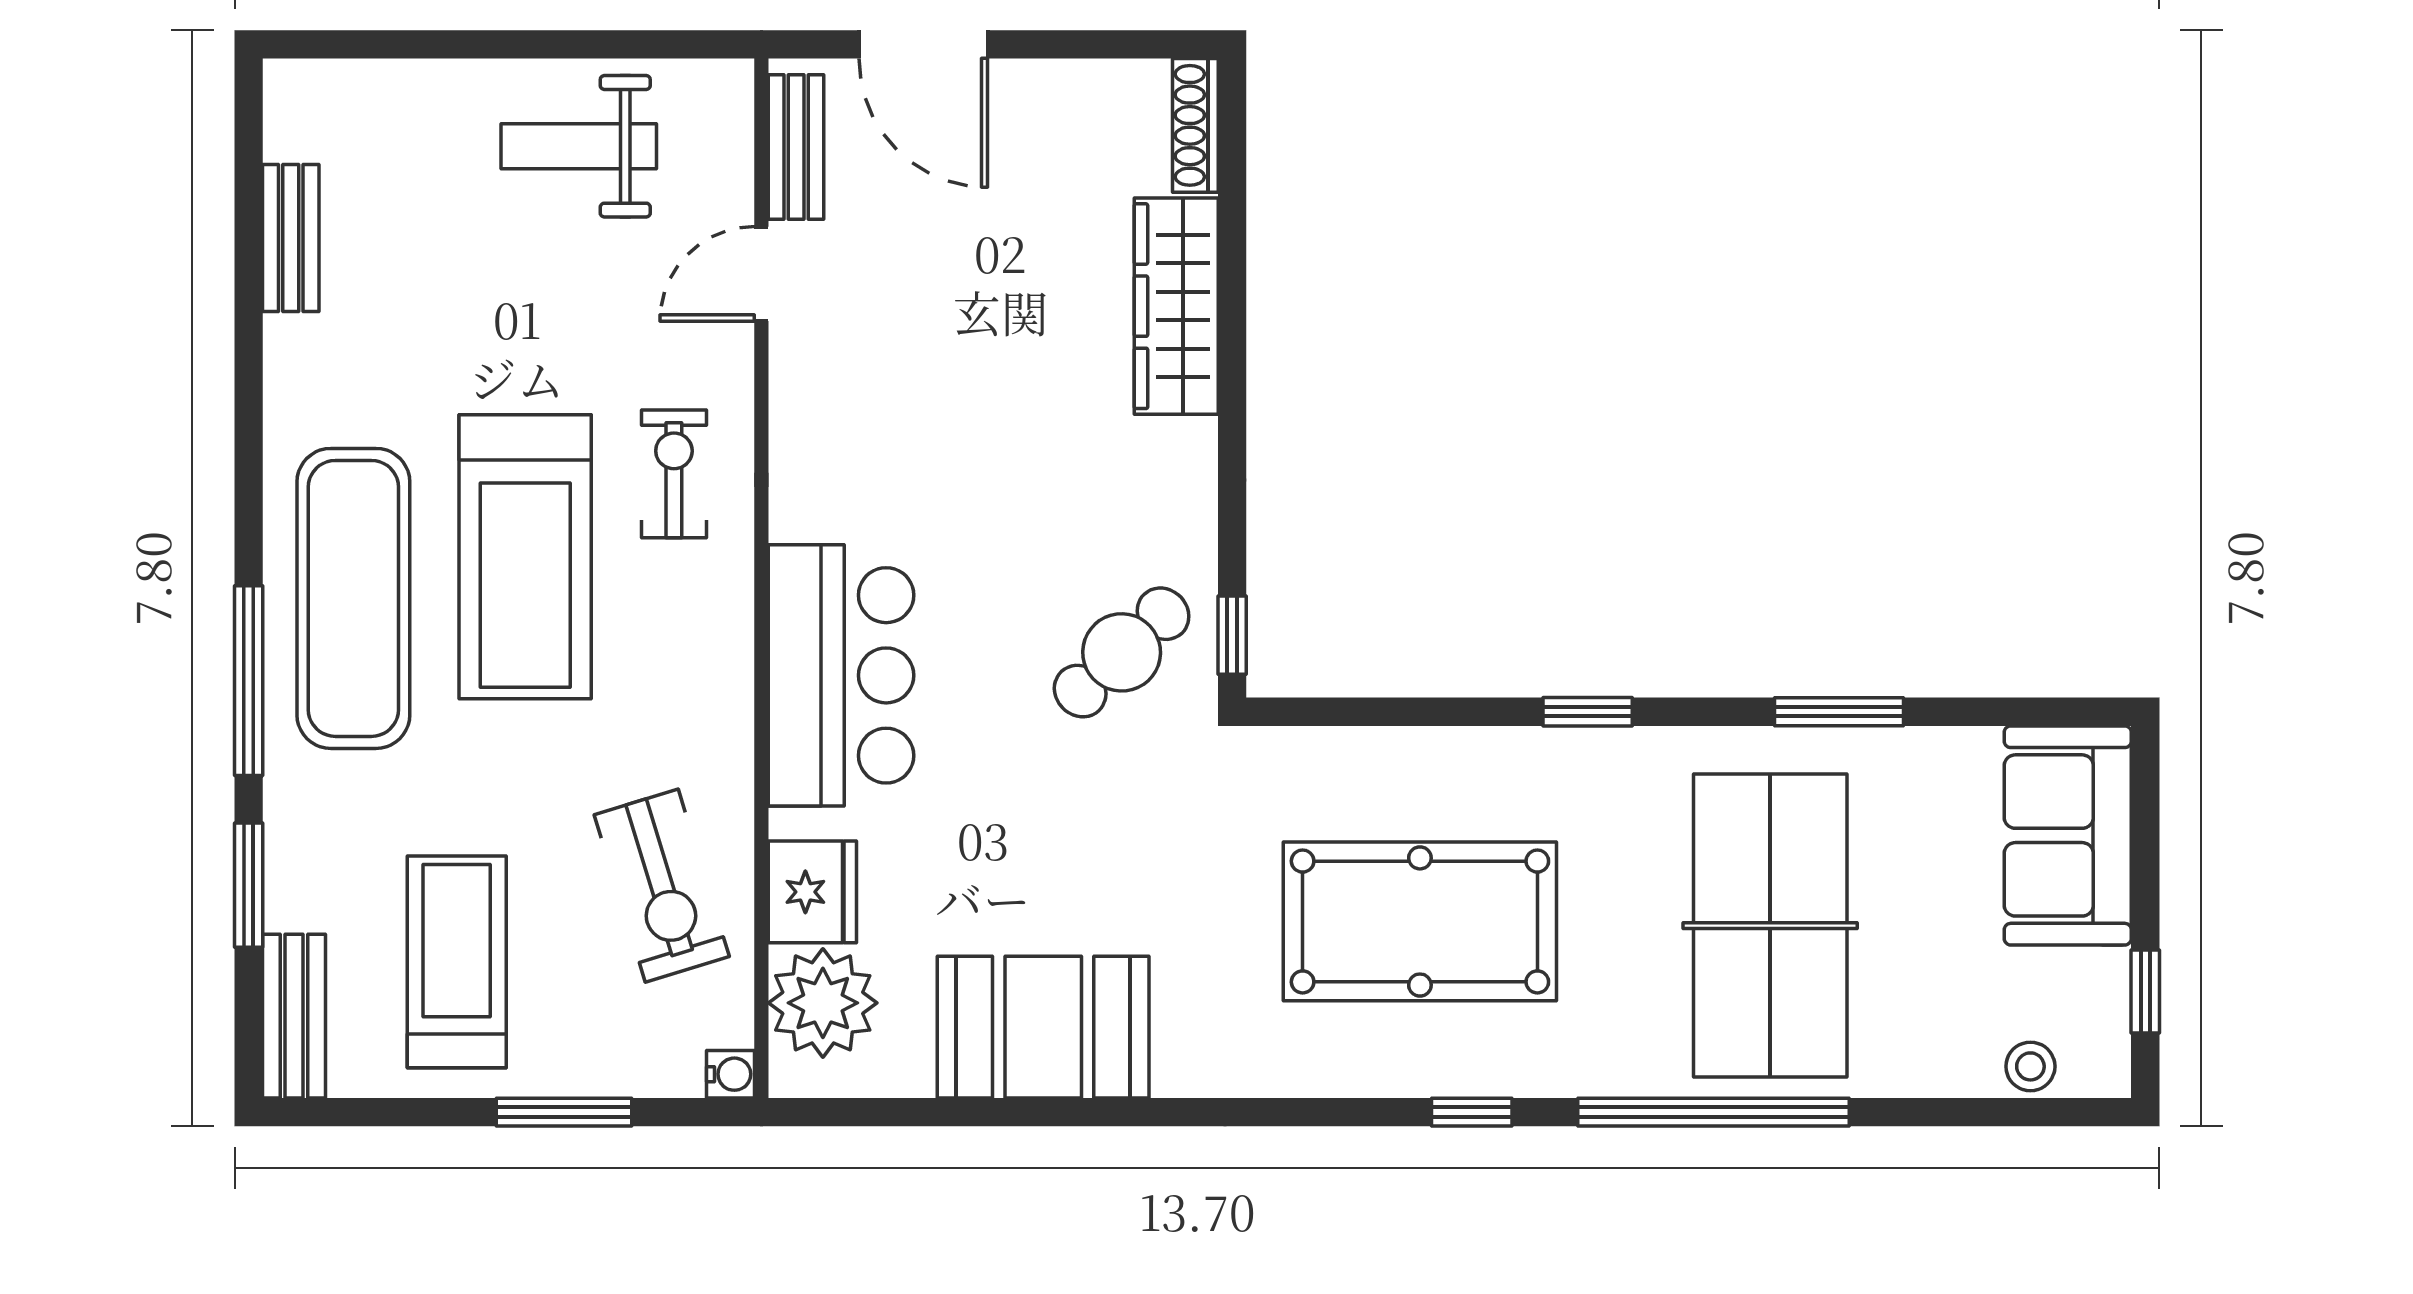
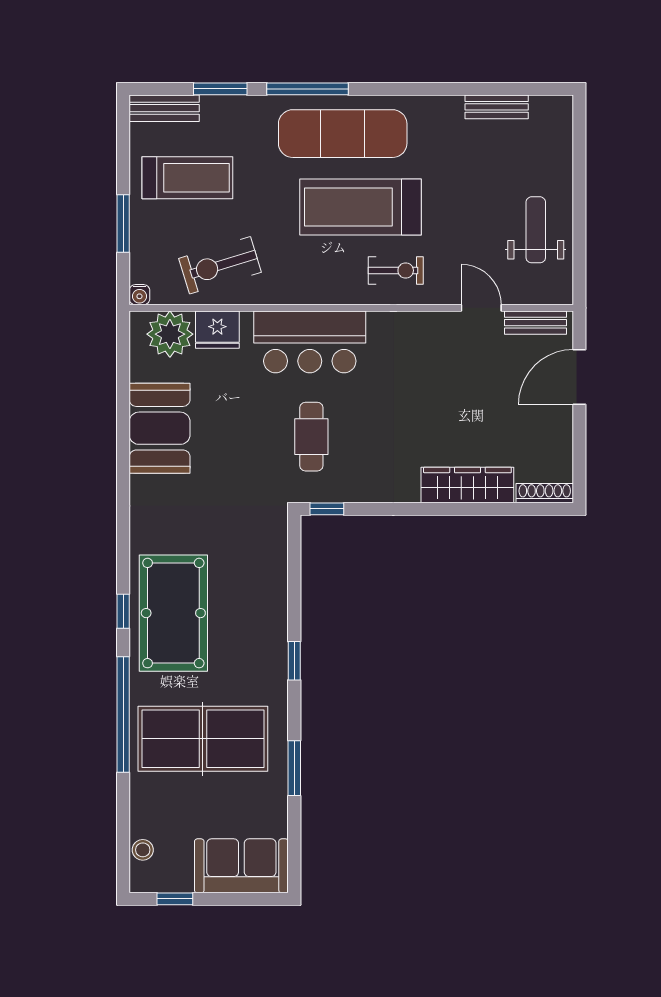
cafe table: (1122, 652) -> (311, 437), moved, turned 43
pool table: (1420, 921) -> (173, 613), moved

